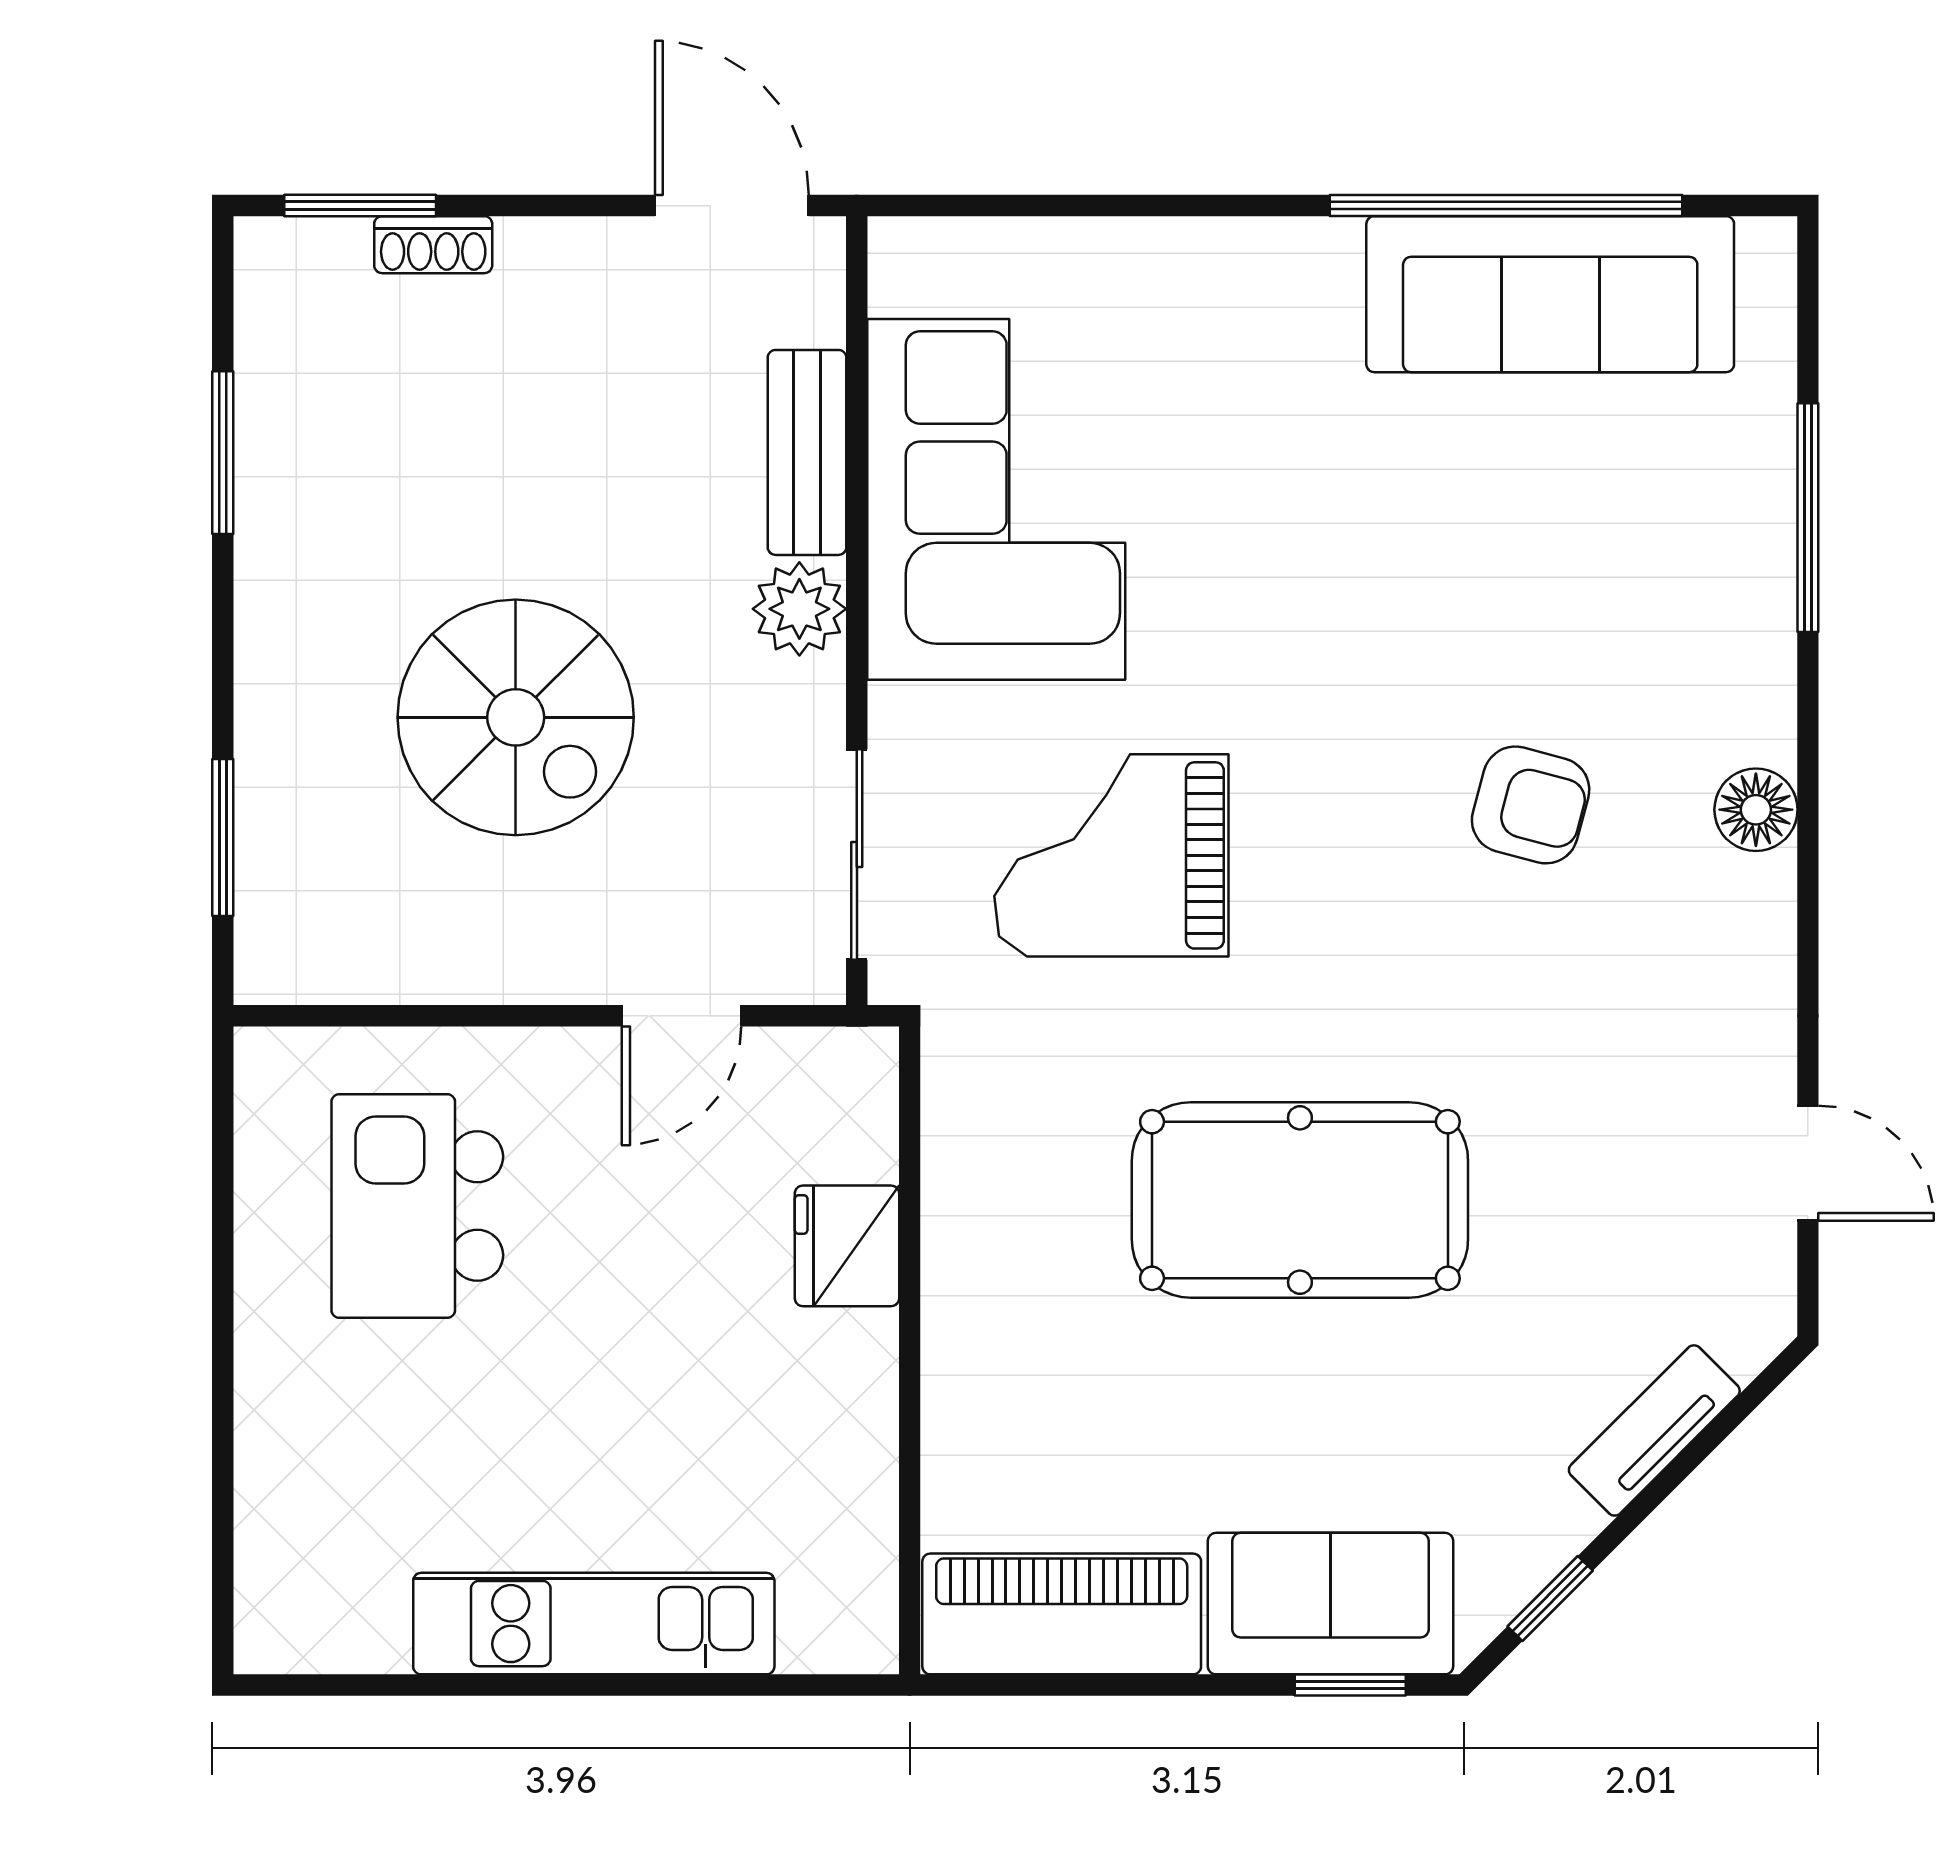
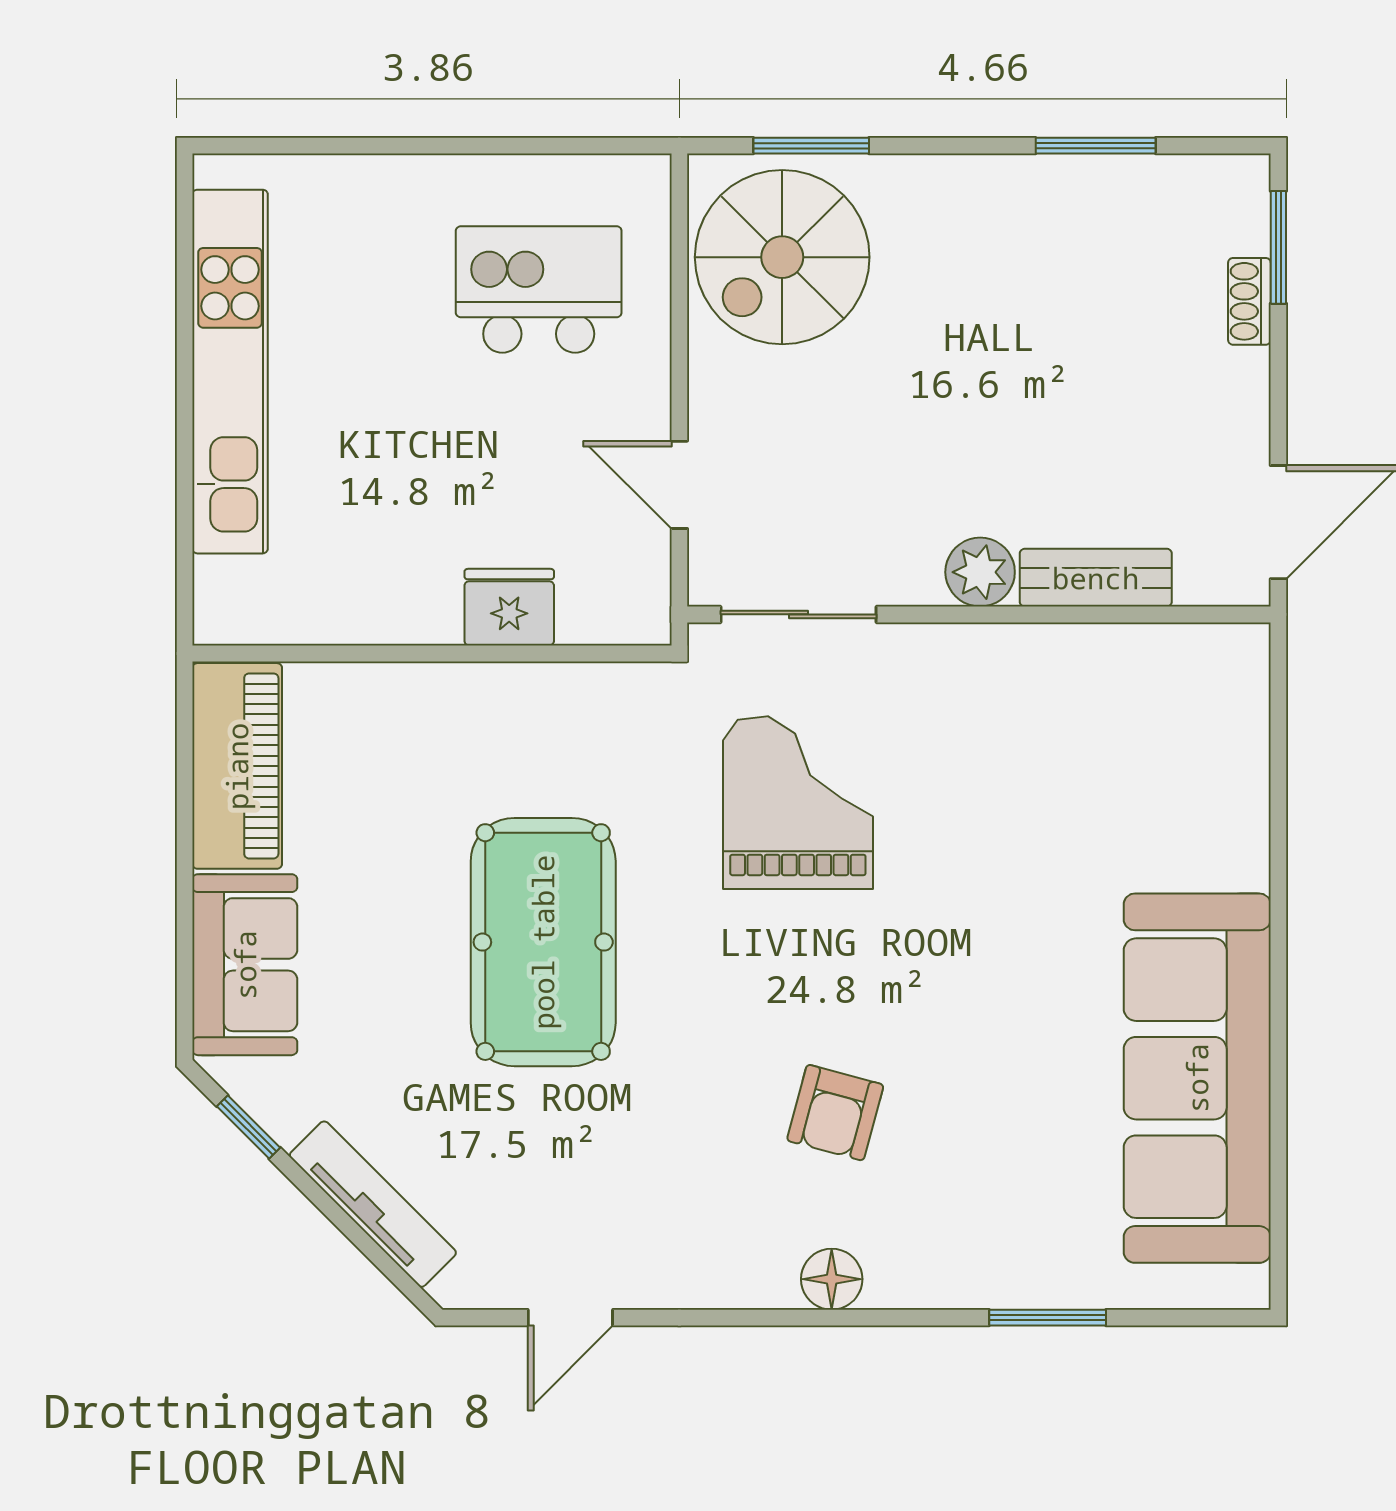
window: (1506, 206) -> (1278, 1094), removed
sofa: (1550, 294) -> (1197, 1078), width x1.36, depth x1.27
corner sofa: (996, 499) -> (1061, 718), removed
window: (1808, 518) -> (1048, 1318), width x0.69
spiral stairs: (516, 717) -> (782, 257), moved
tv unit: (1654, 1430) -> (373, 1204), width x1.41
kitchen unit: (594, 1624) -> (230, 372), width x1.36
window: (1350, 1685) -> (185, 979), removed

